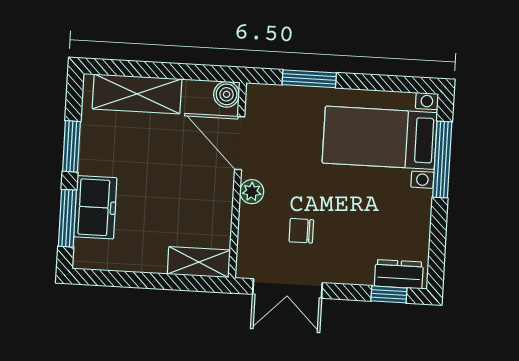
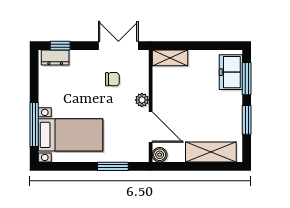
freezer: (95, 207) -> (231, 72), moved

